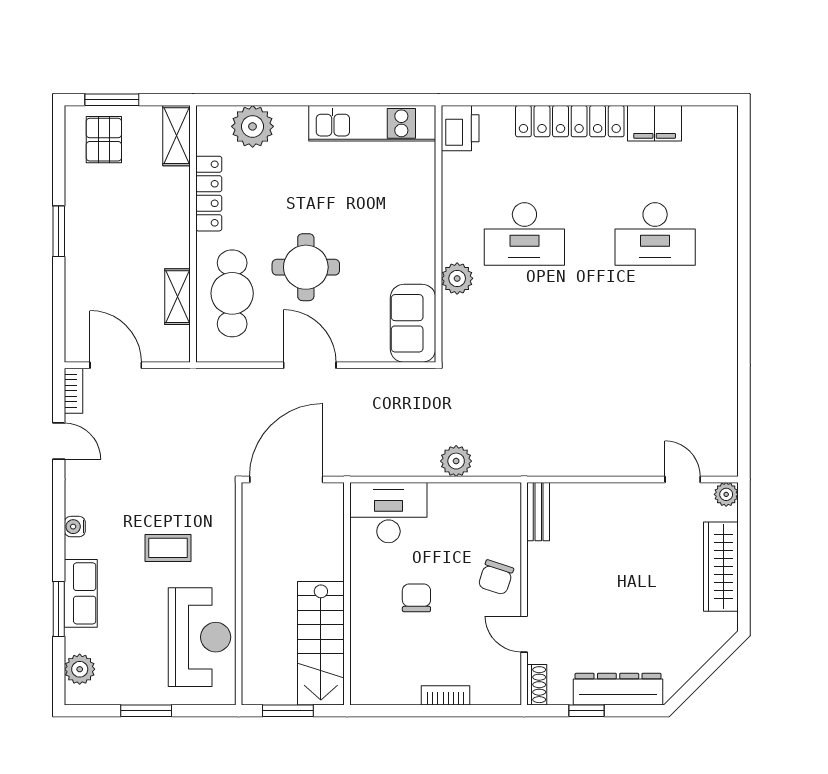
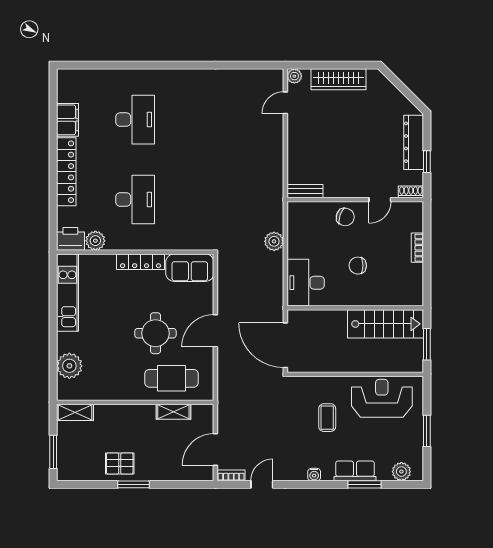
pallet: (104, 140) -> (120, 463), moved
locker: (209, 194) -> (141, 262), moved, turned 180
plant: (457, 278) -> (95, 241), moved

